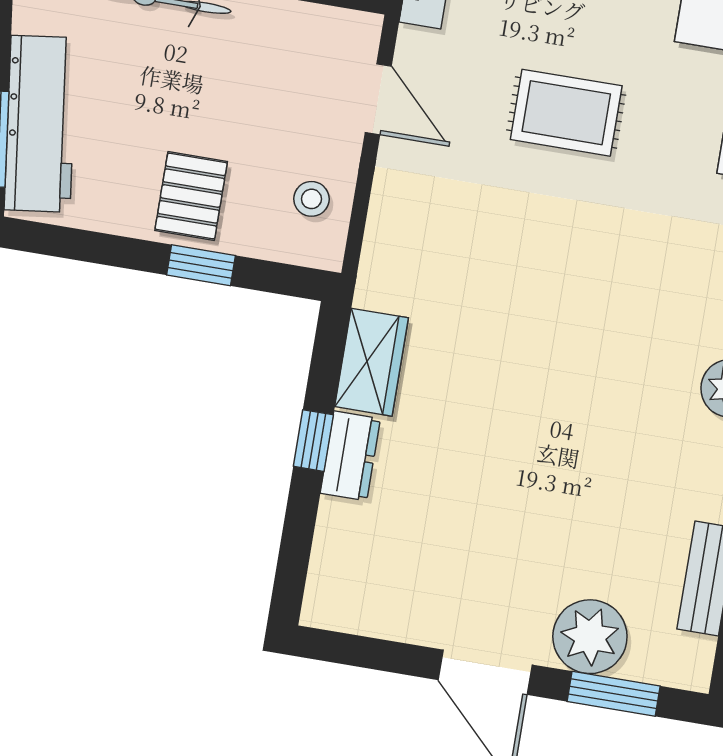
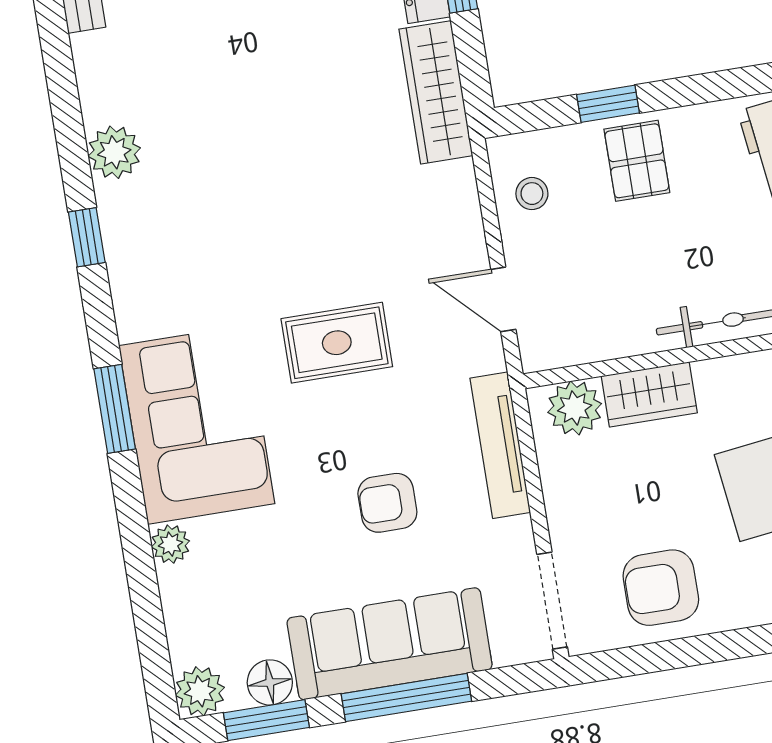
wardrobe: (371, 362) -> (436, 92), width x1.50

